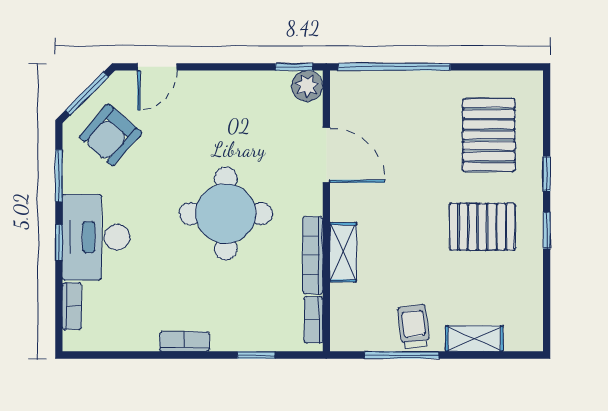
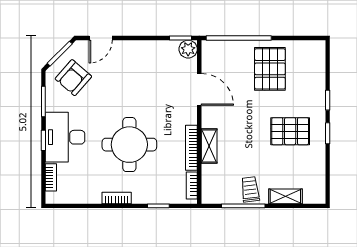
pallet: (489, 135) -> (270, 69), moved
round table: (226, 214) -> (129, 145), moved

